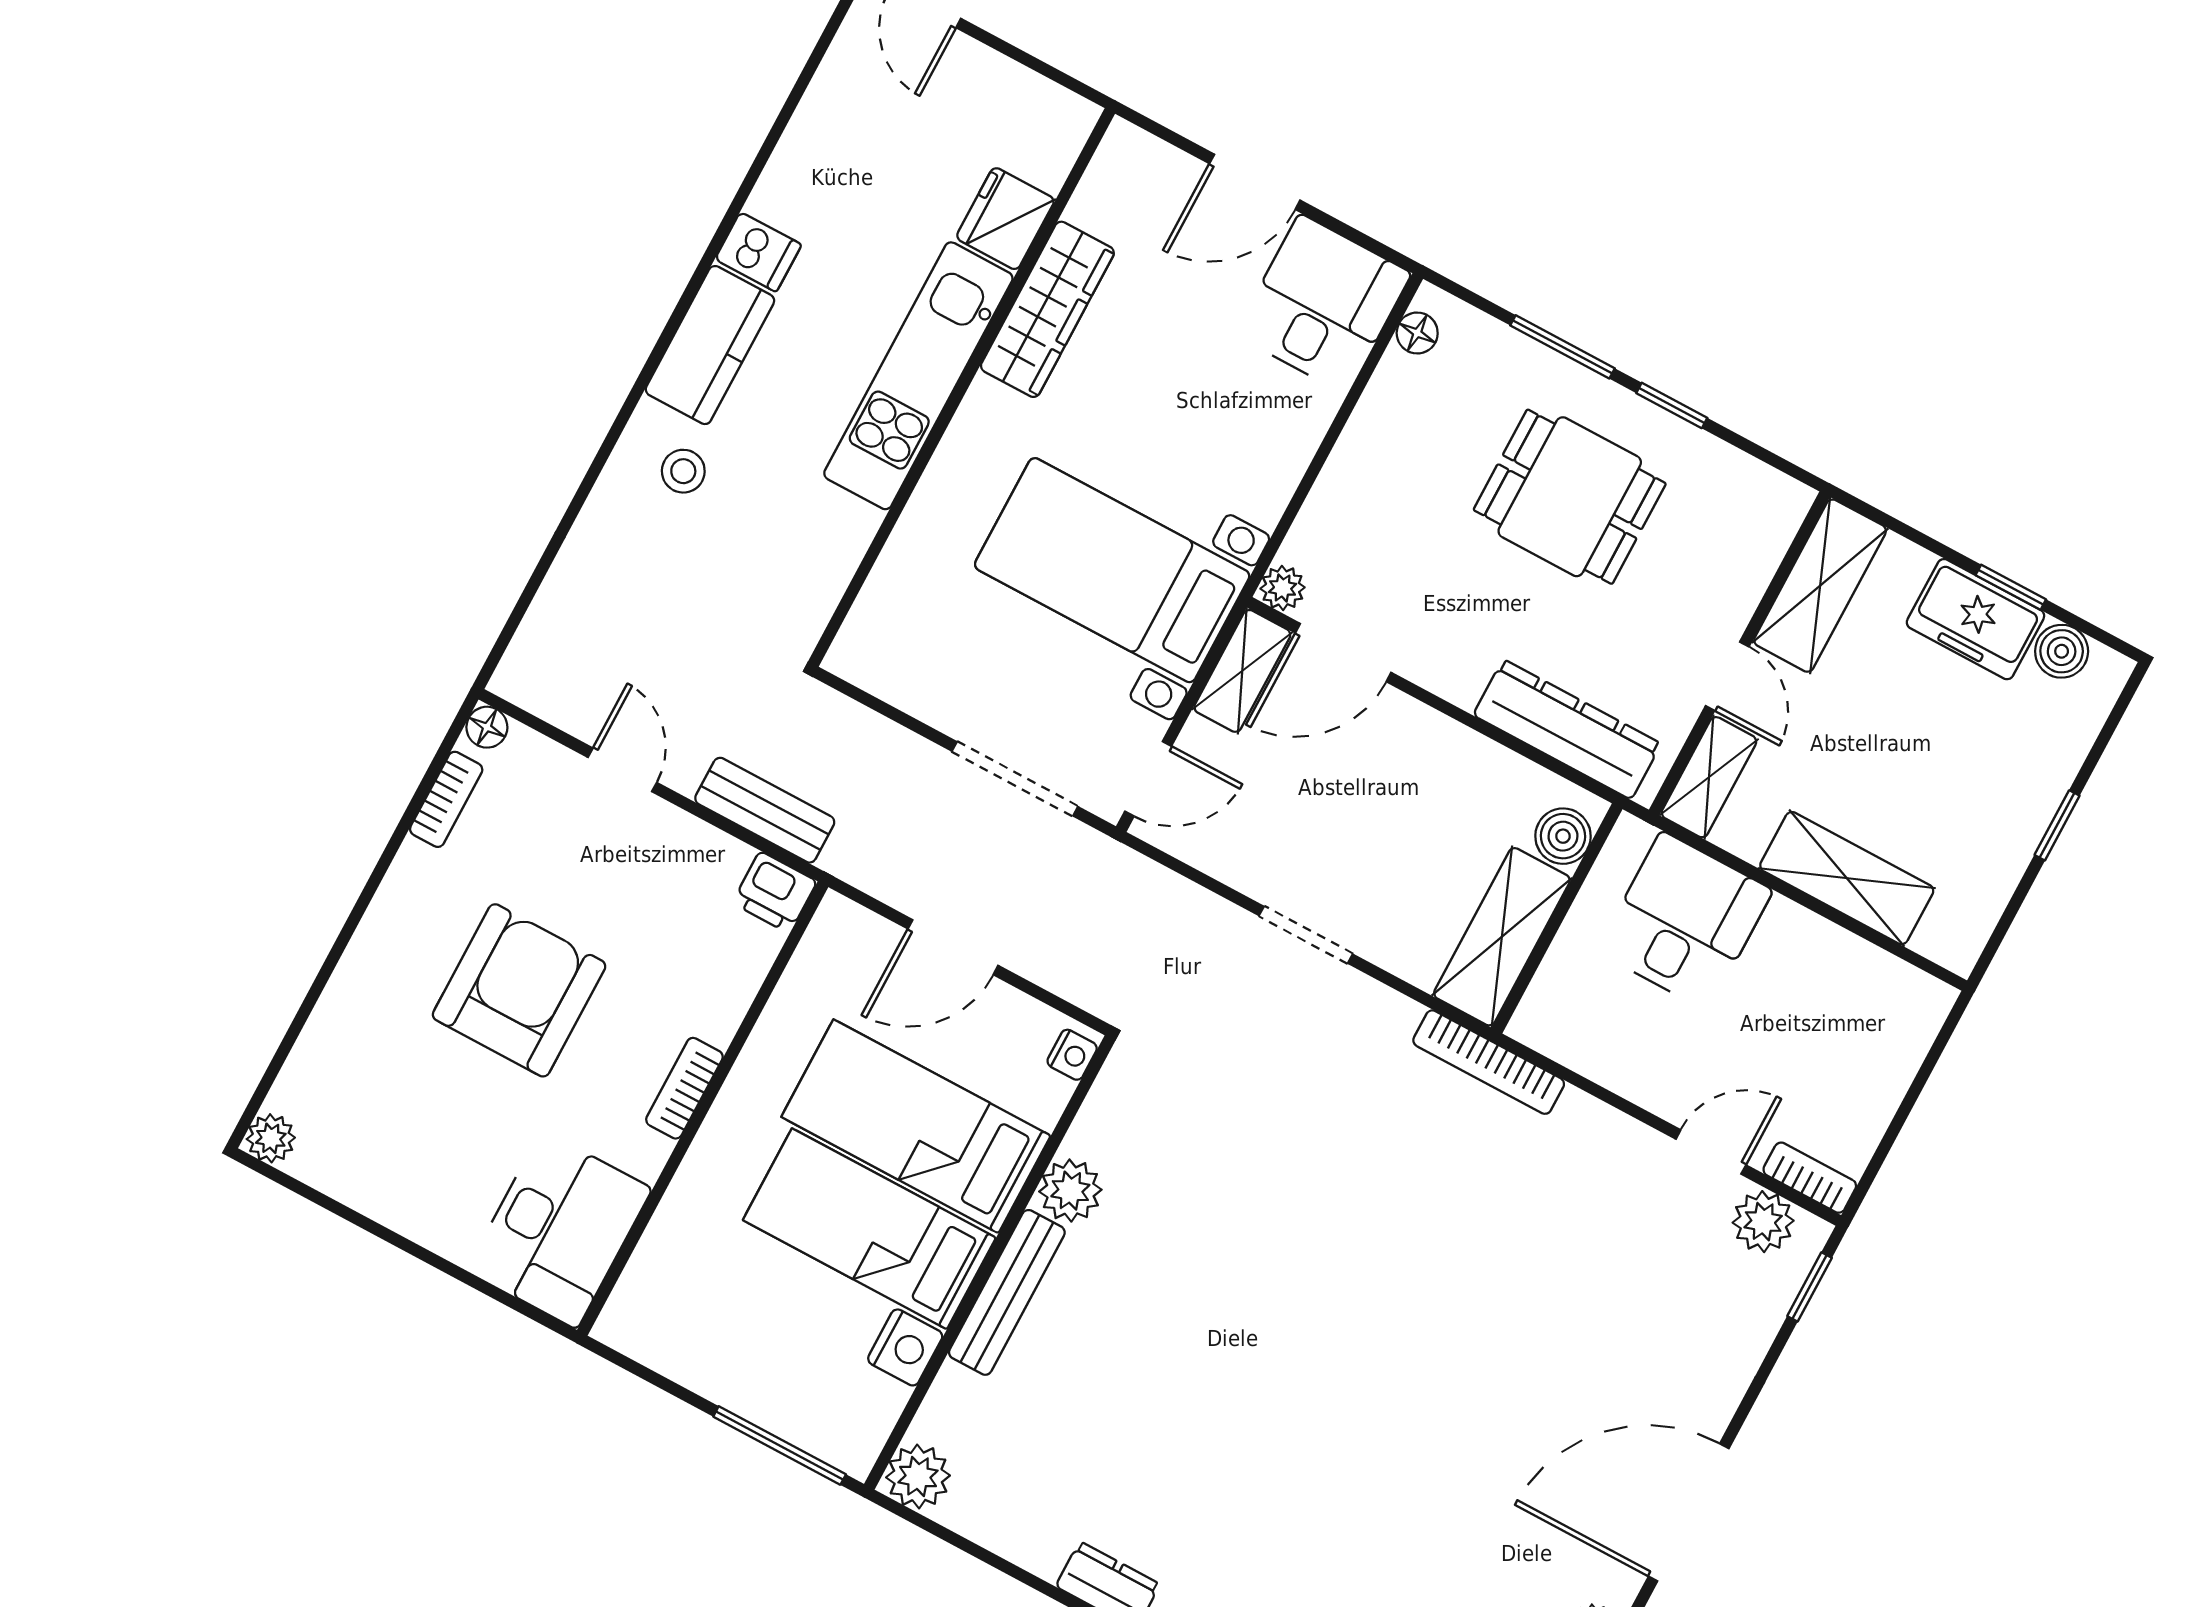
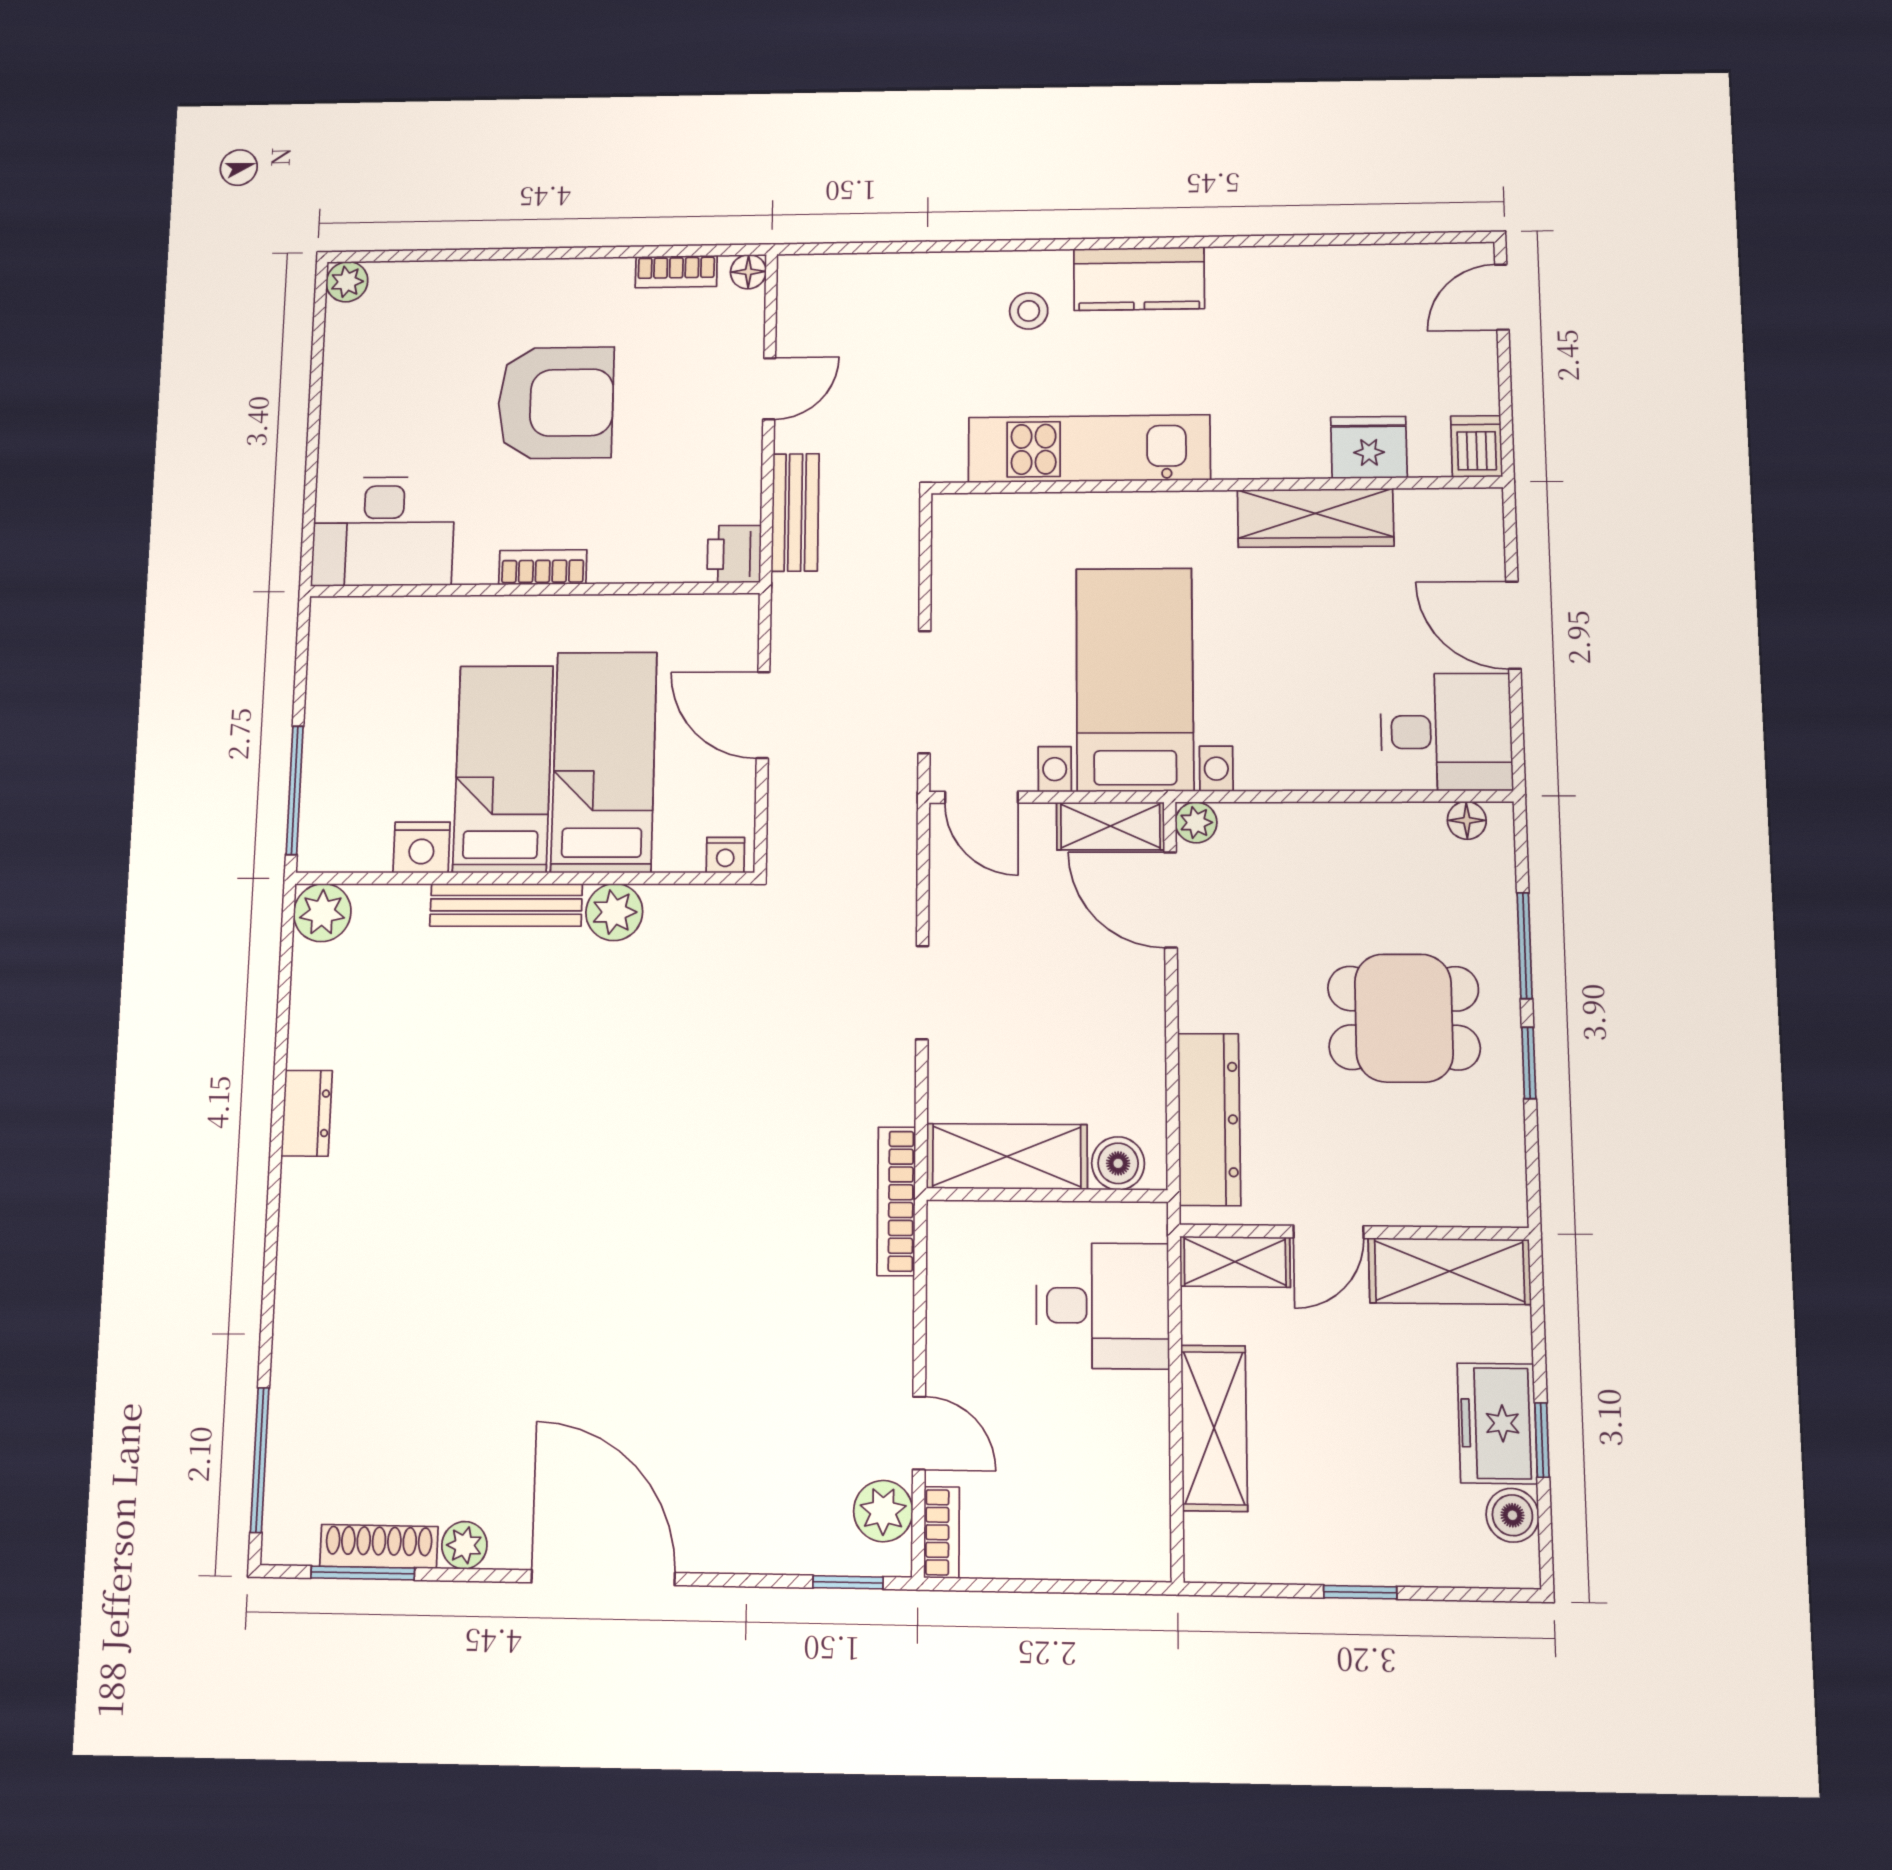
dishwasher: (758, 252) -> (1477, 446), moved, turned 180
kitchen unit: (918, 376) -> (1089, 449), moved
dining table: (1570, 497) -> (1404, 1018), turned 90

